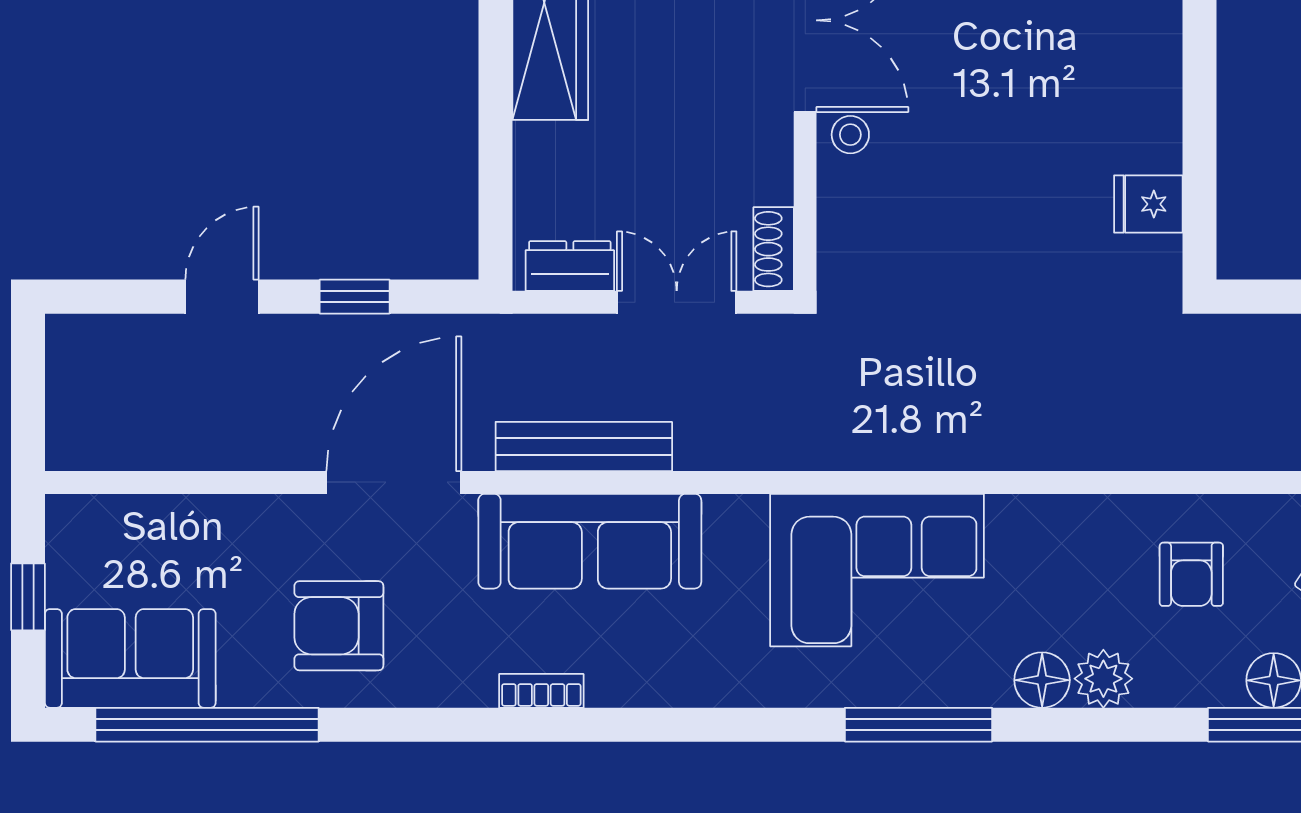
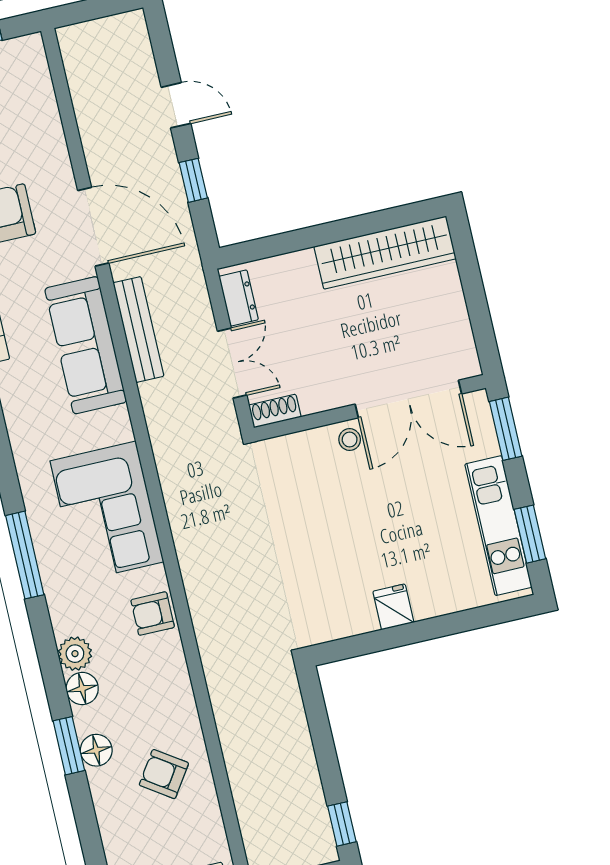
fridge: (1148, 204) -> (393, 607), moved
armchair: (1191, 574) -> (153, 614), moved
floor lamp: (1042, 680) -> (82, 688), moved

